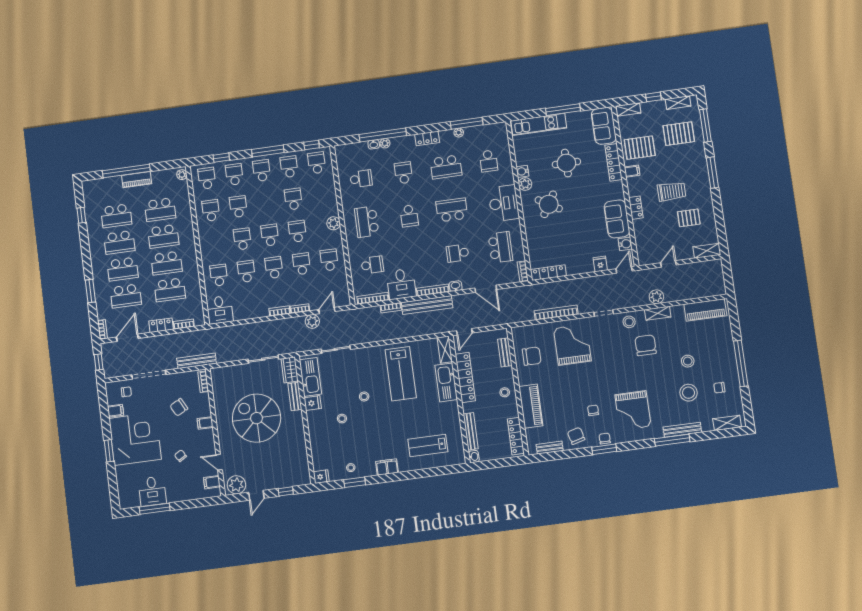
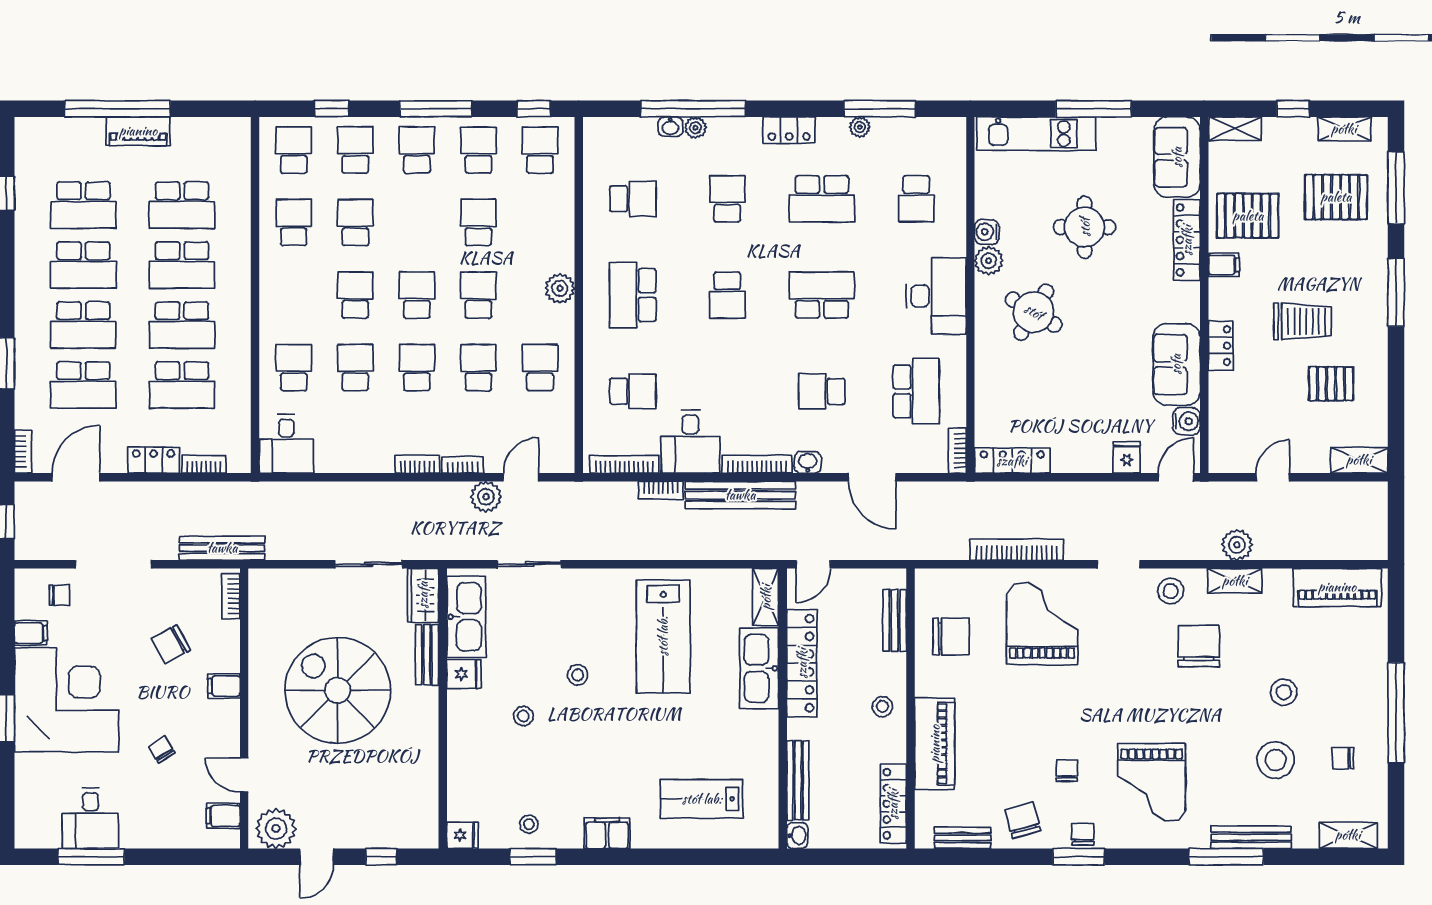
plant: (182, 175) -> (240, 134), removed

